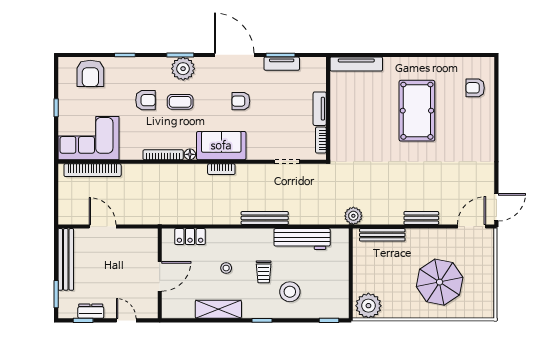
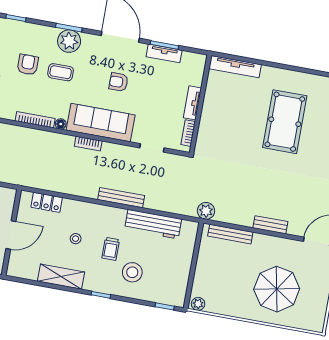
armchair: (145, 100) -> (28, 65), turned -90
sofa: (221, 146) -> (101, 123), width x1.36
plant: (368, 306) -> (198, 304), width x0.53, depth x0.53

